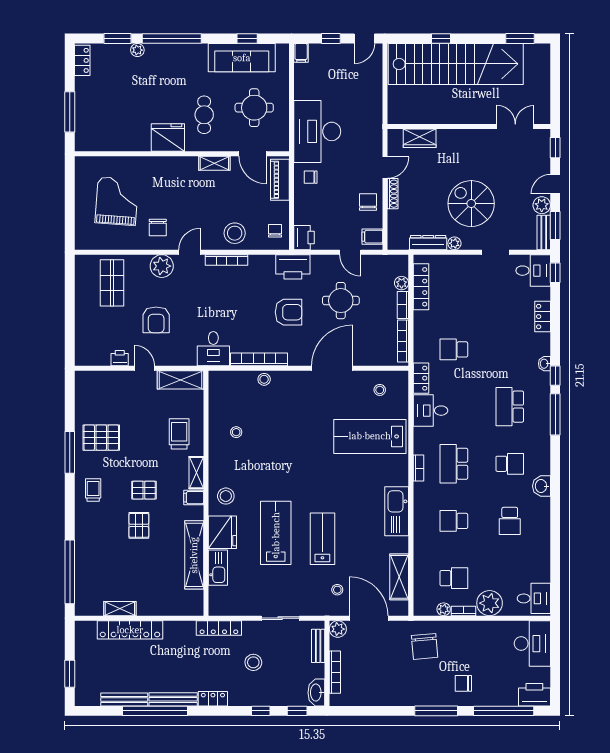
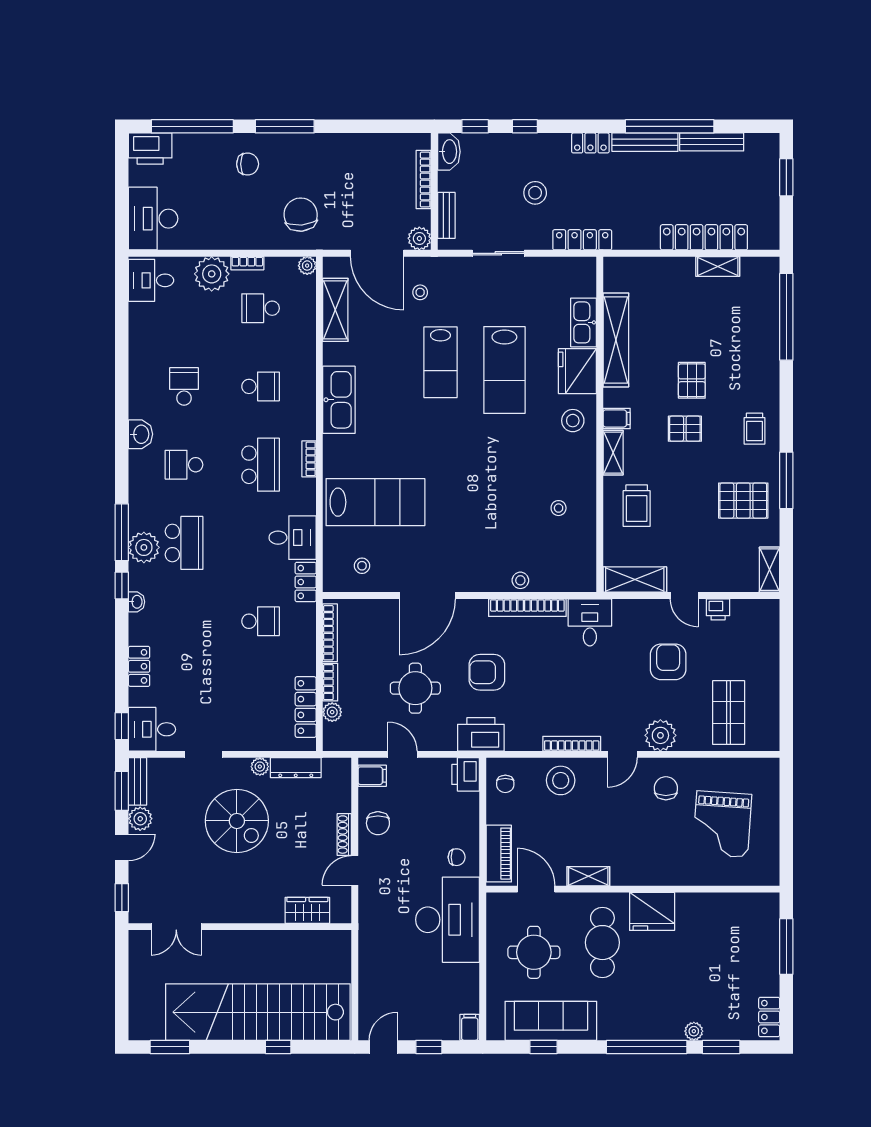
cafe table: (204, 115) -> (602, 943), width x1.37, depth x1.35
shelving: (82, 387) -> (770, 570), added
plant: (539, 403) -> (144, 547), added
plant: (444, 609) -> (307, 266), moved

